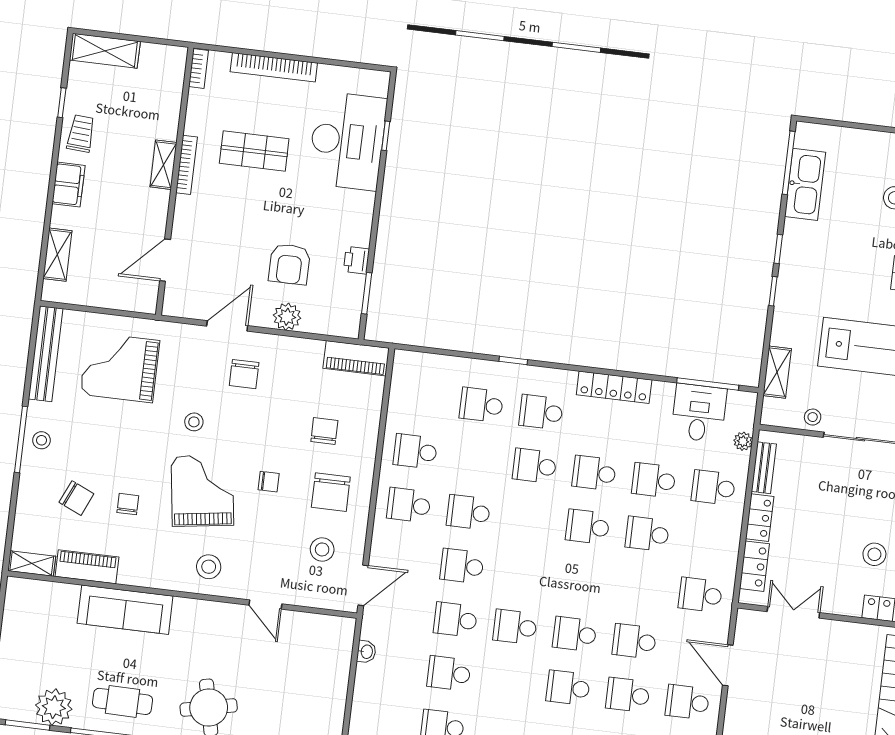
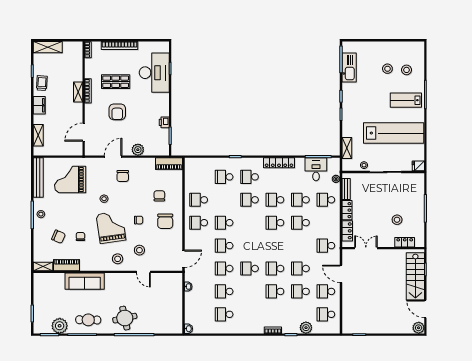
armchair: (290, 264) -> (117, 112), moved
stool: (322, 549) -> (139, 250), moved

